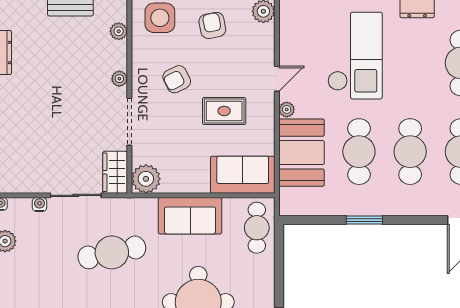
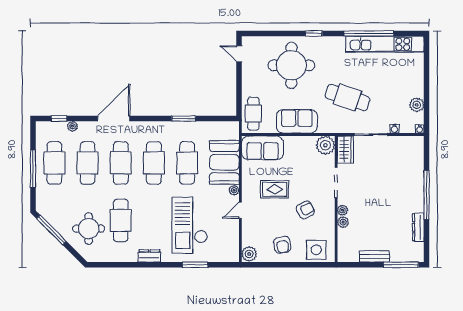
plant: (119, 31) -> (343, 222), moved
cafe table: (112, 252) -> (347, 98), turned 31

